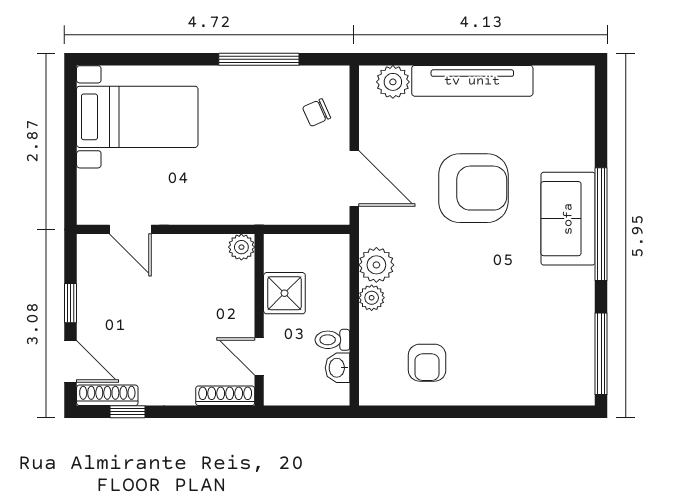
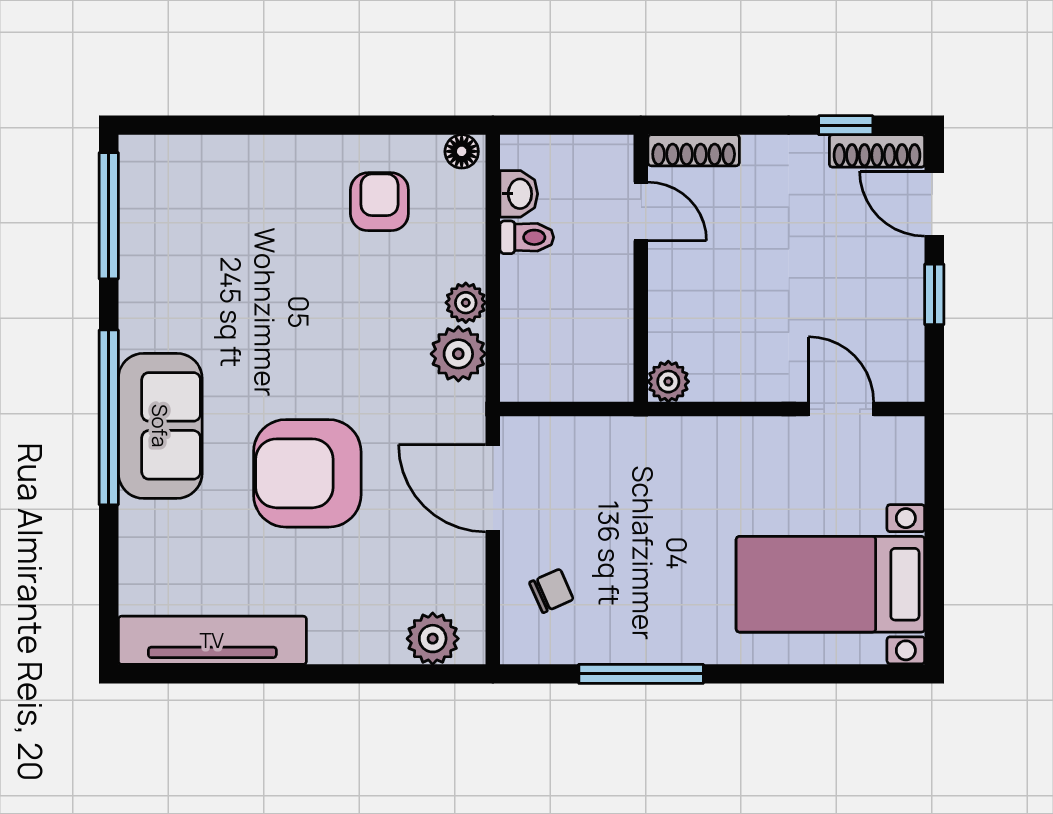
tv unit: (472, 81) -> (212, 640), moved
shower: (284, 293) -> (601, 310), removed
floor lamp: (374, 395) -> (462, 151), added

